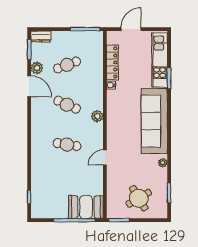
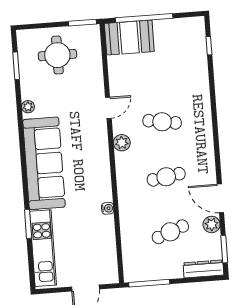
dresser: (41, 36) -> (203, 269), width x1.44
locker: (112, 62) -> (108, 240), removed
cafe table: (67, 105) -> (166, 177), turned -33
plant: (97, 116) -> (122, 143), moved
round table: (139, 198) -> (57, 55), turned 31

